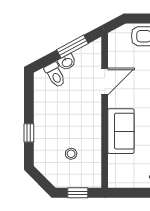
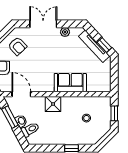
door: (105, 81) -> (21, 94), moved
shower: (91, 107) -> (53, 104), added

